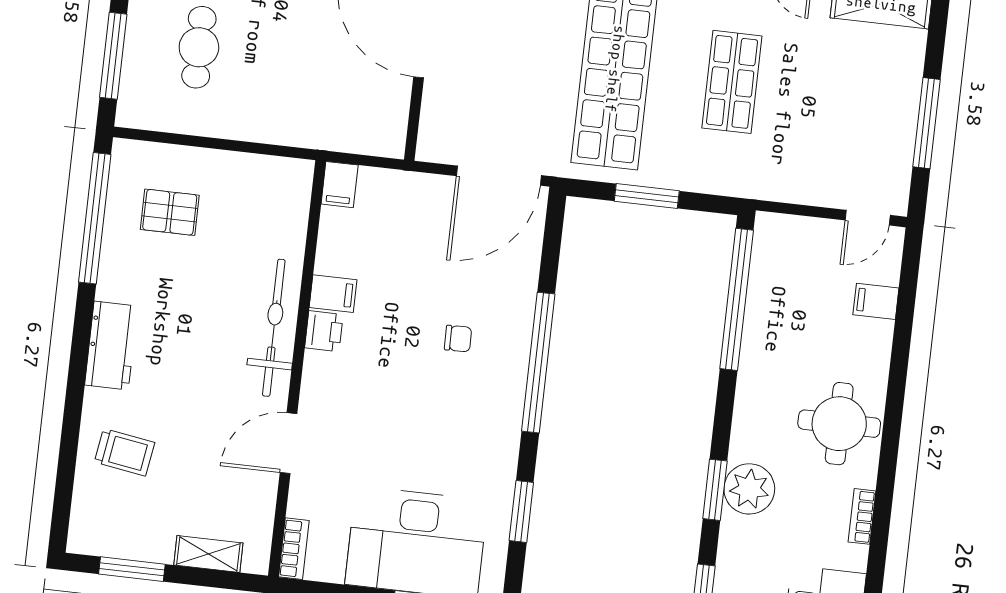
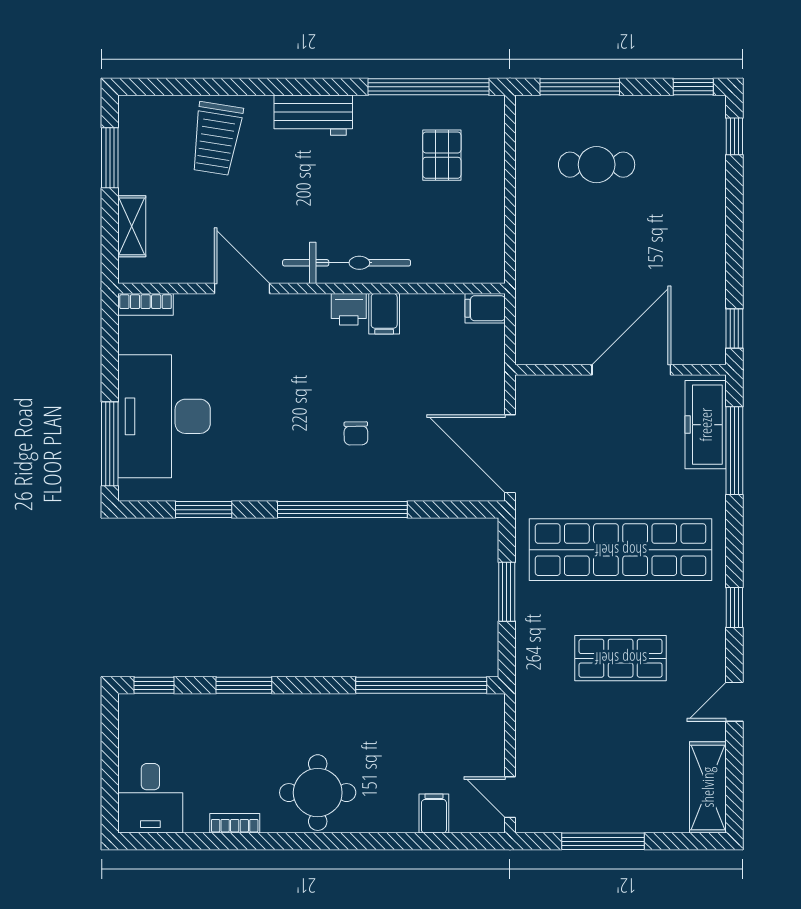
trolley: (124, 452) -> (216, 139), width x1.36, depth x1.39
plant: (749, 489) -> (248, 717), removed

